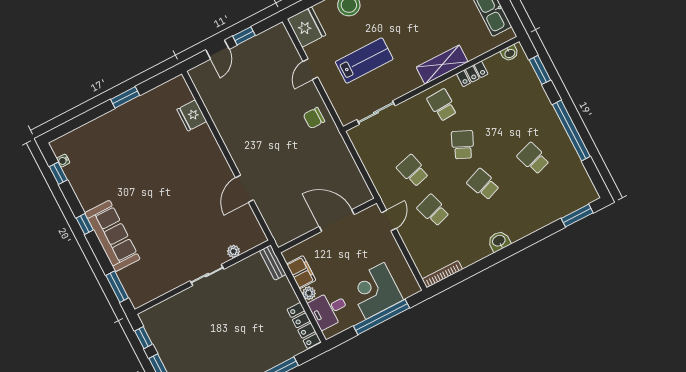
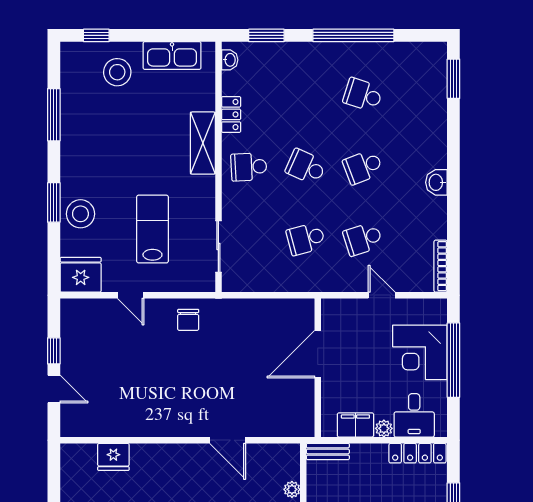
school desk: (533, 158) -> (363, 95), turned 36
door: (389, 221) -> (382, 295), moved

